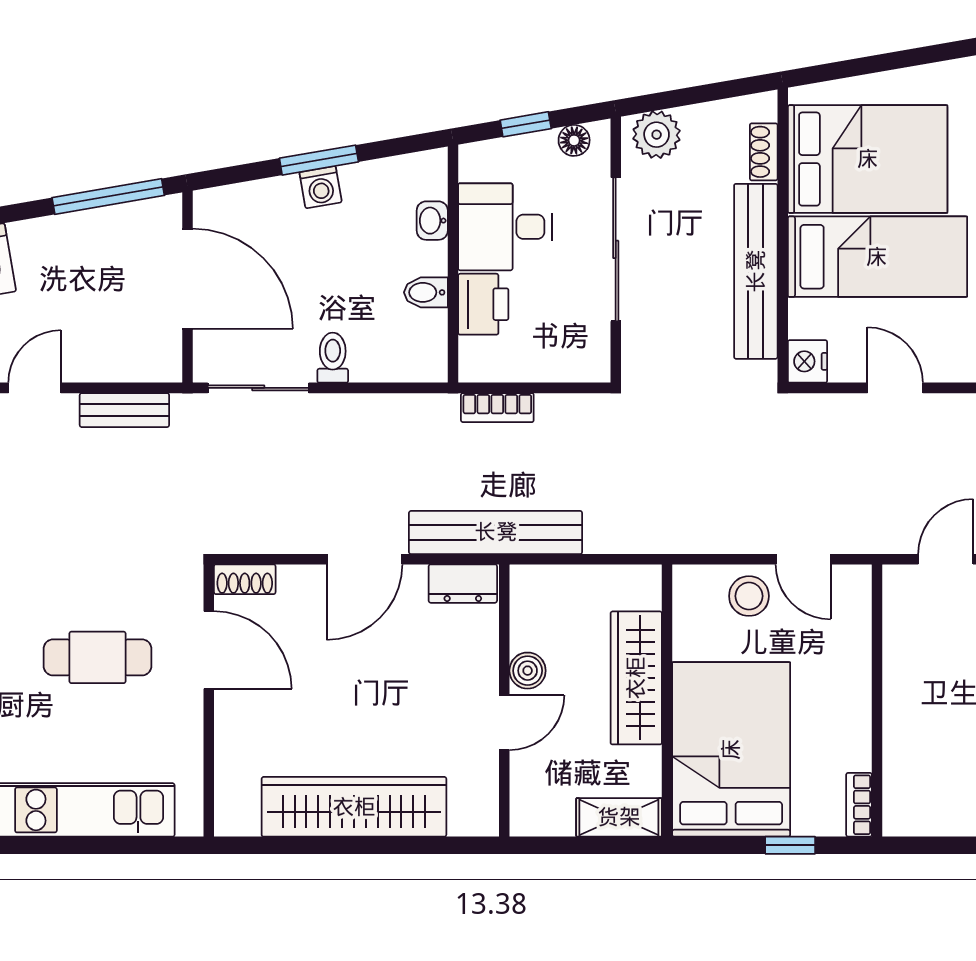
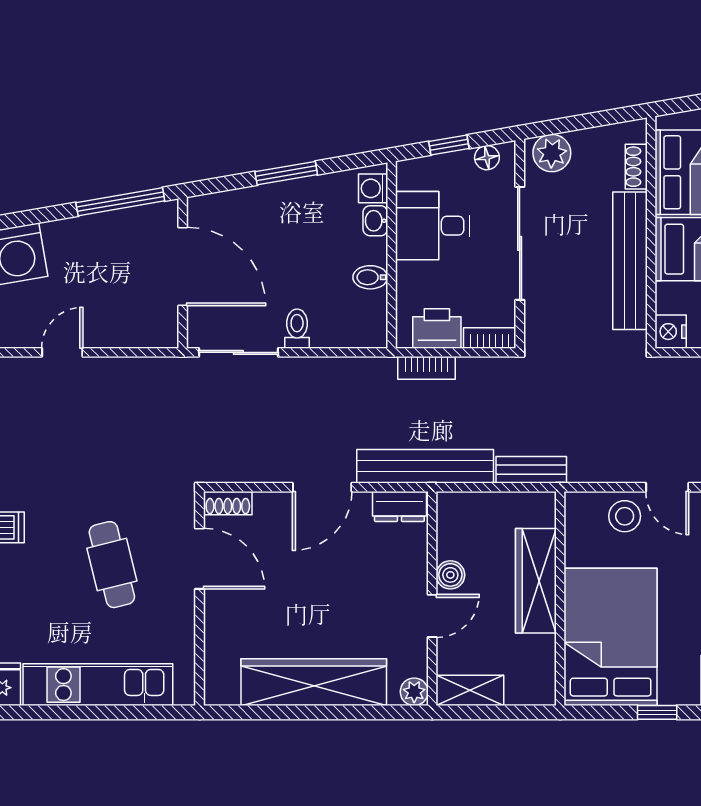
washing machine: (321, 187) -> (373, 188), moved, turned 100
printer: (483, 304) -> (437, 329), moved, turned -90
bookcase: (577, 369) -> (490, 338), added
bench: (124, 410) -> (531, 470), moved
cafe table: (97, 657) -> (112, 565), turned 76
shelving: (619, 817) -> (470, 690), moved
plant: (482, 819) -> (414, 692), added

